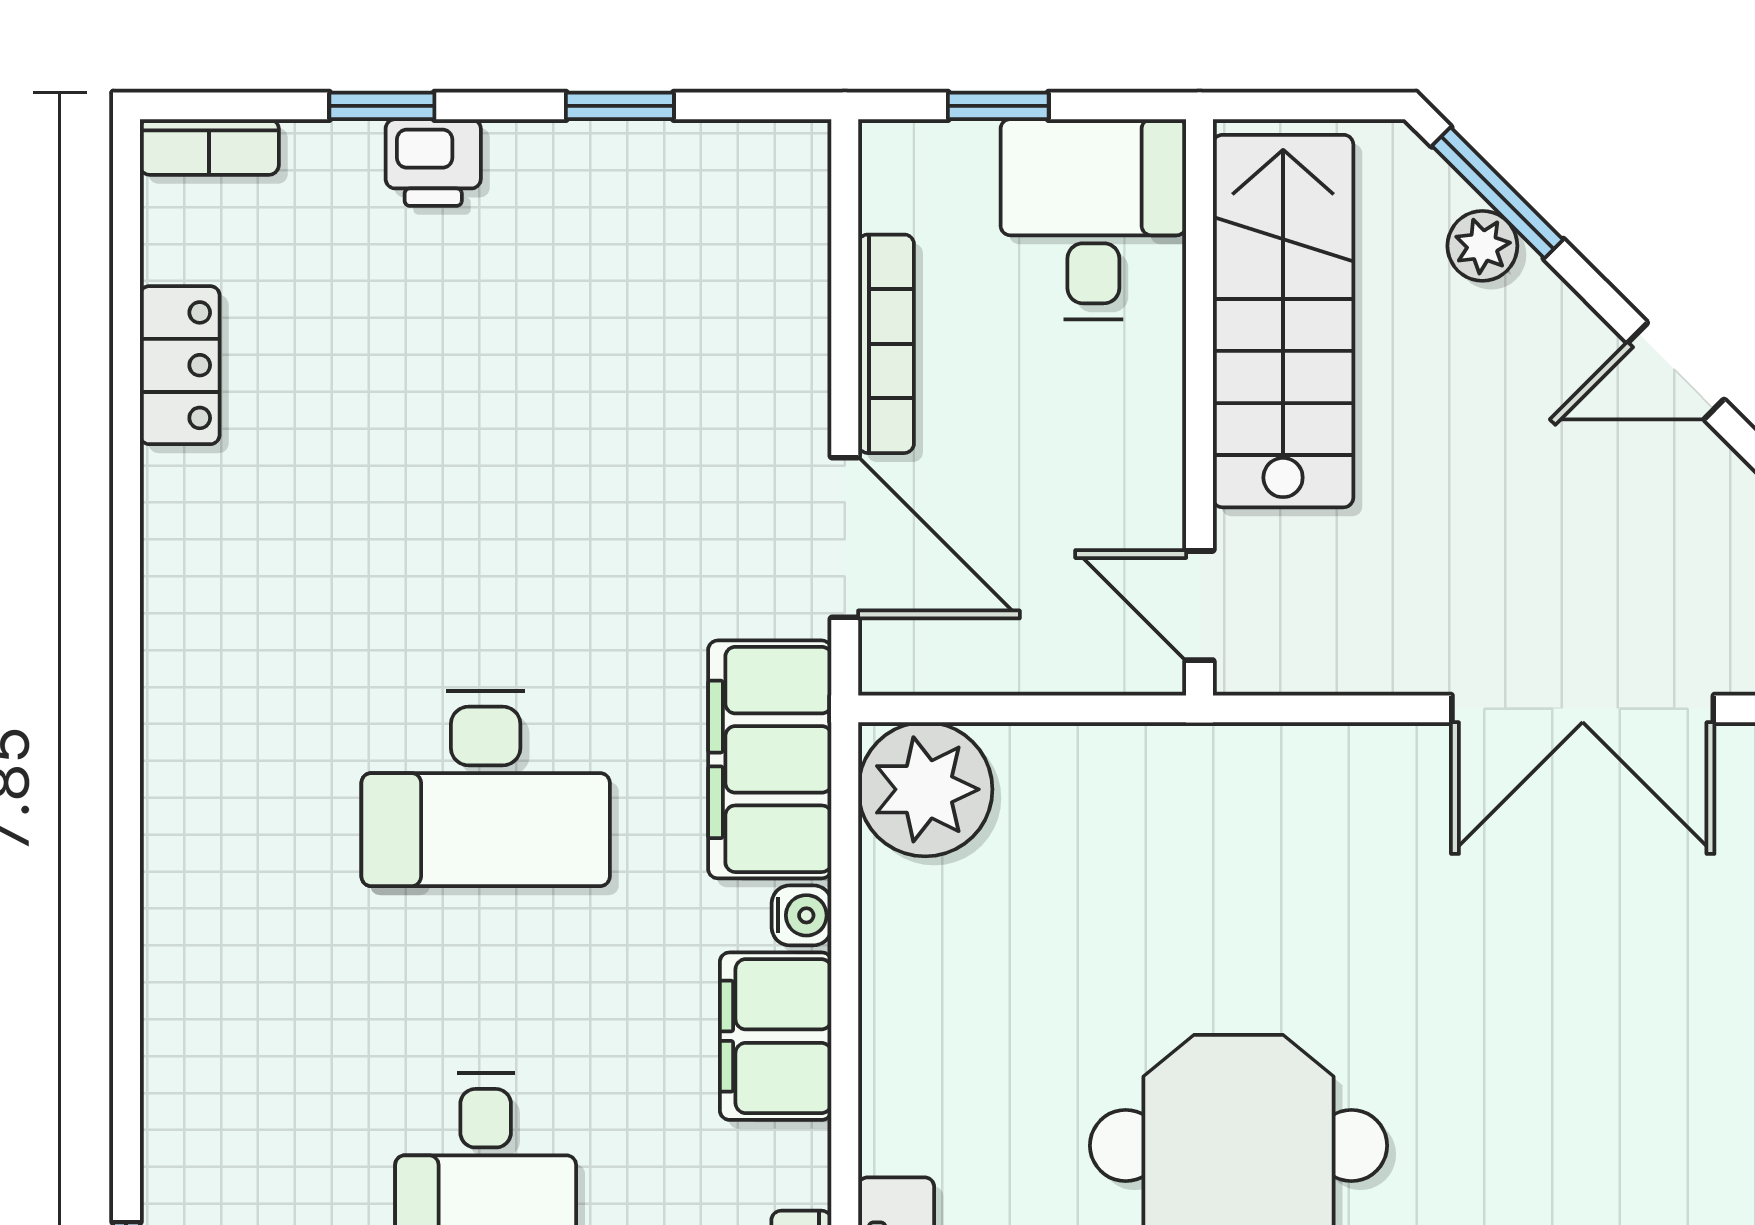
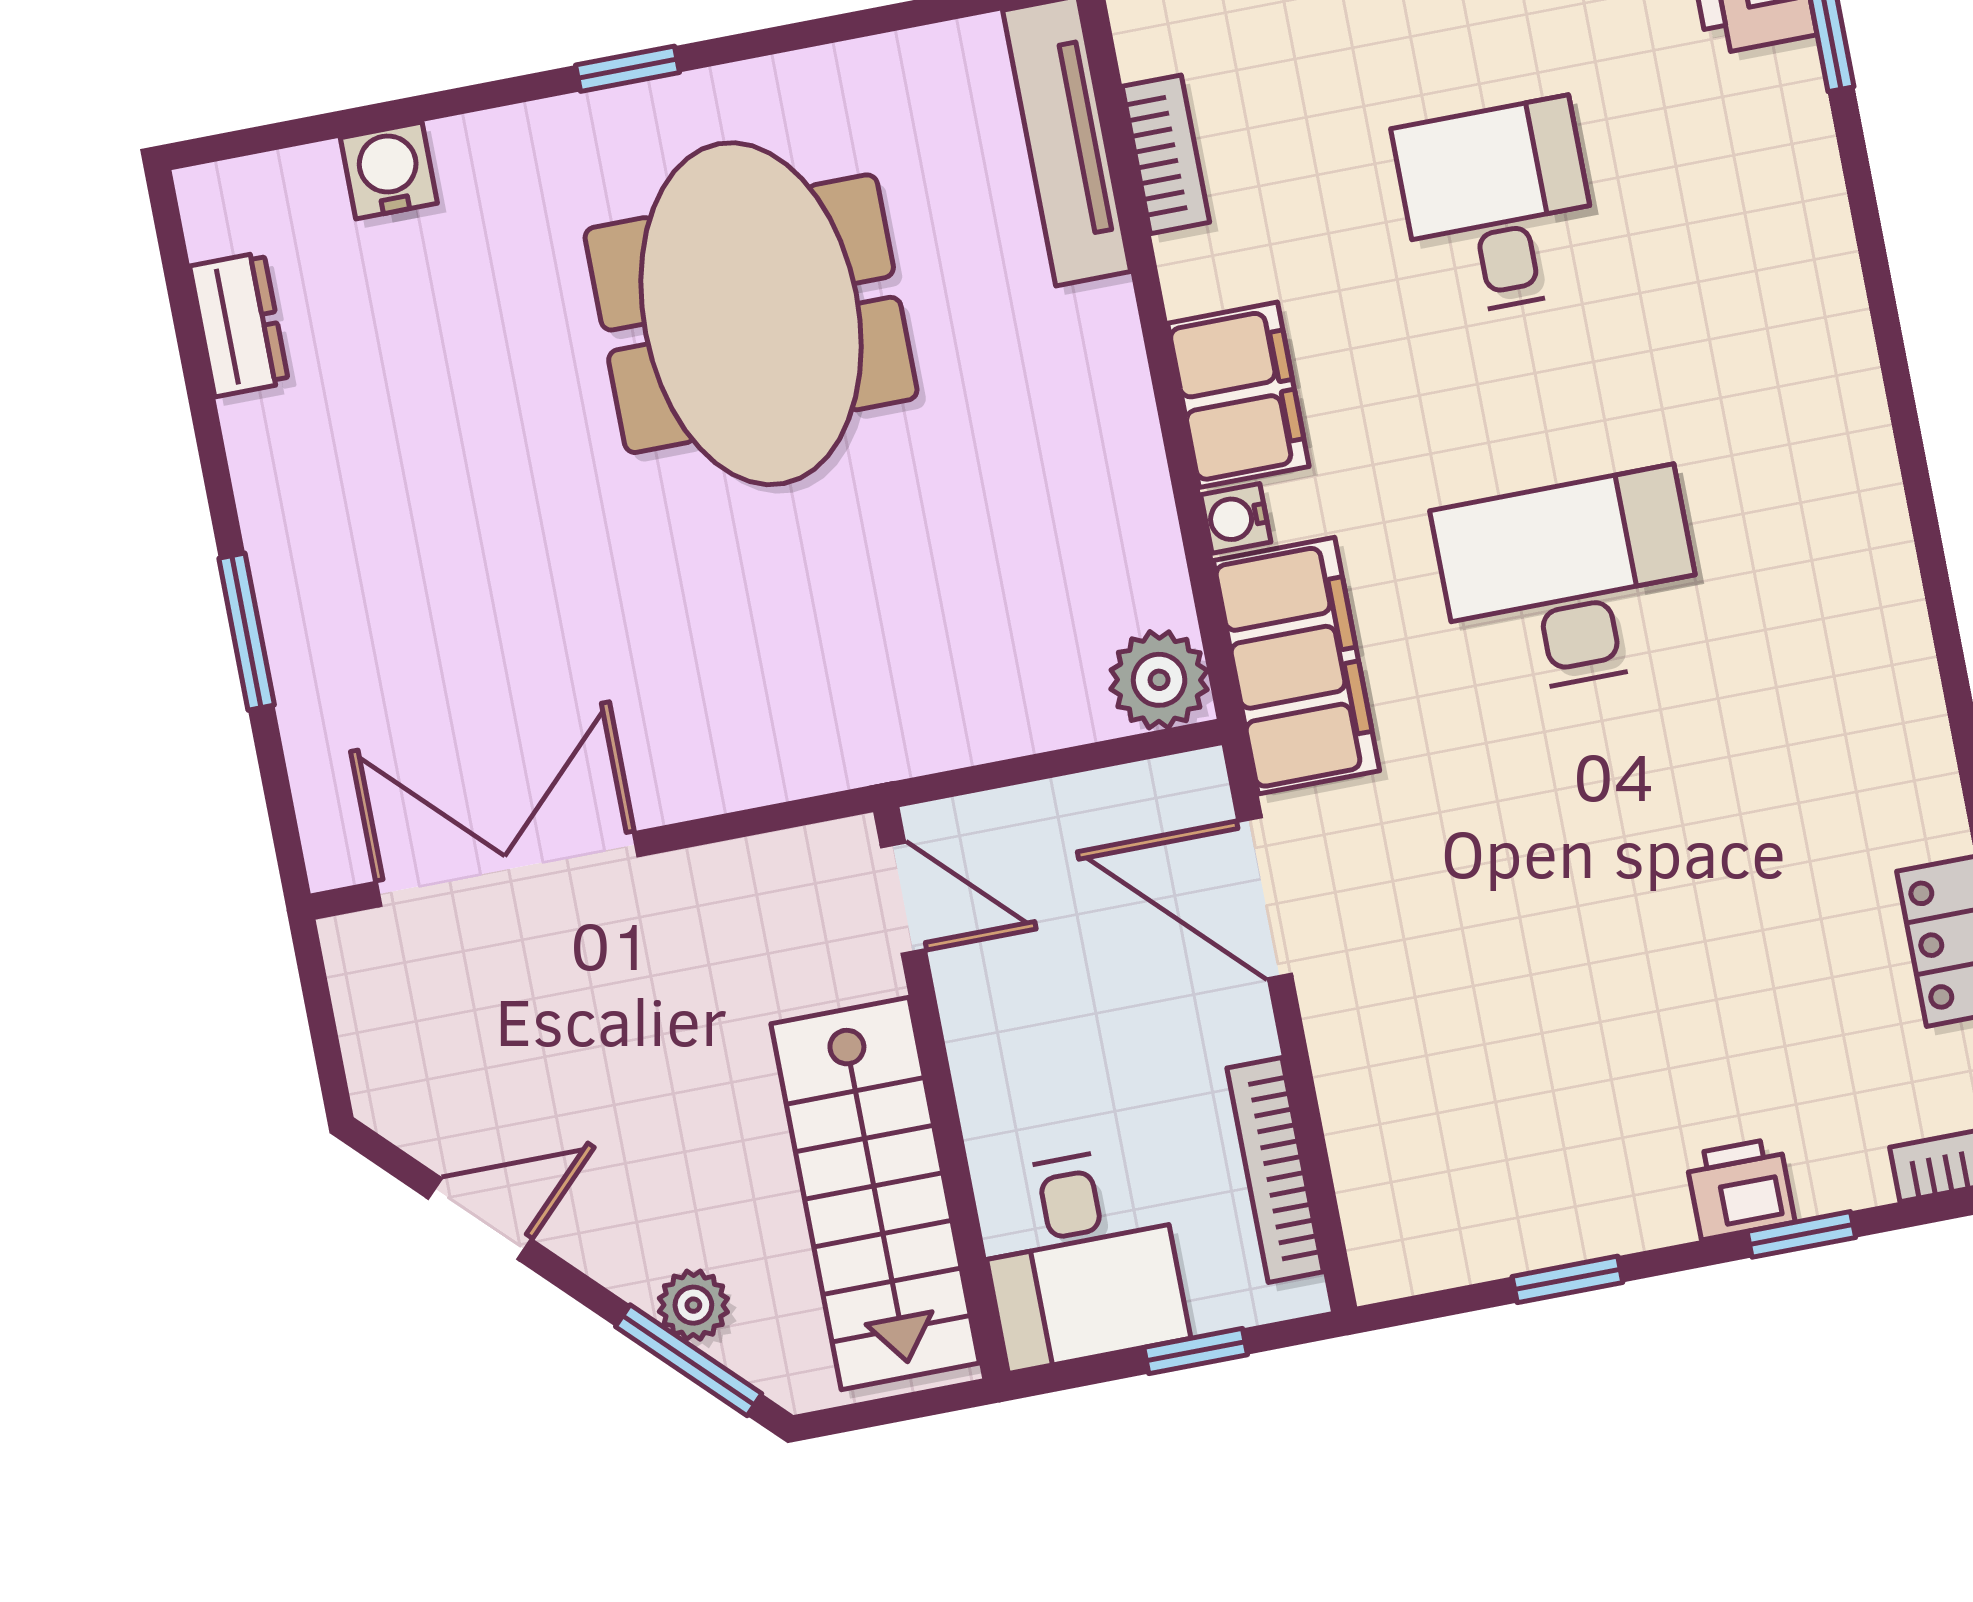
bookcase: (886, 344) -> (1275, 1170), moved
plant: (925, 789) -> (1159, 680), width x0.73, depth x0.73

